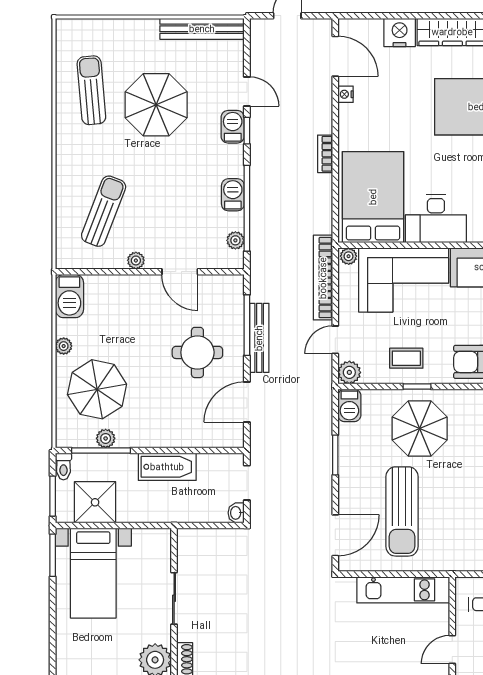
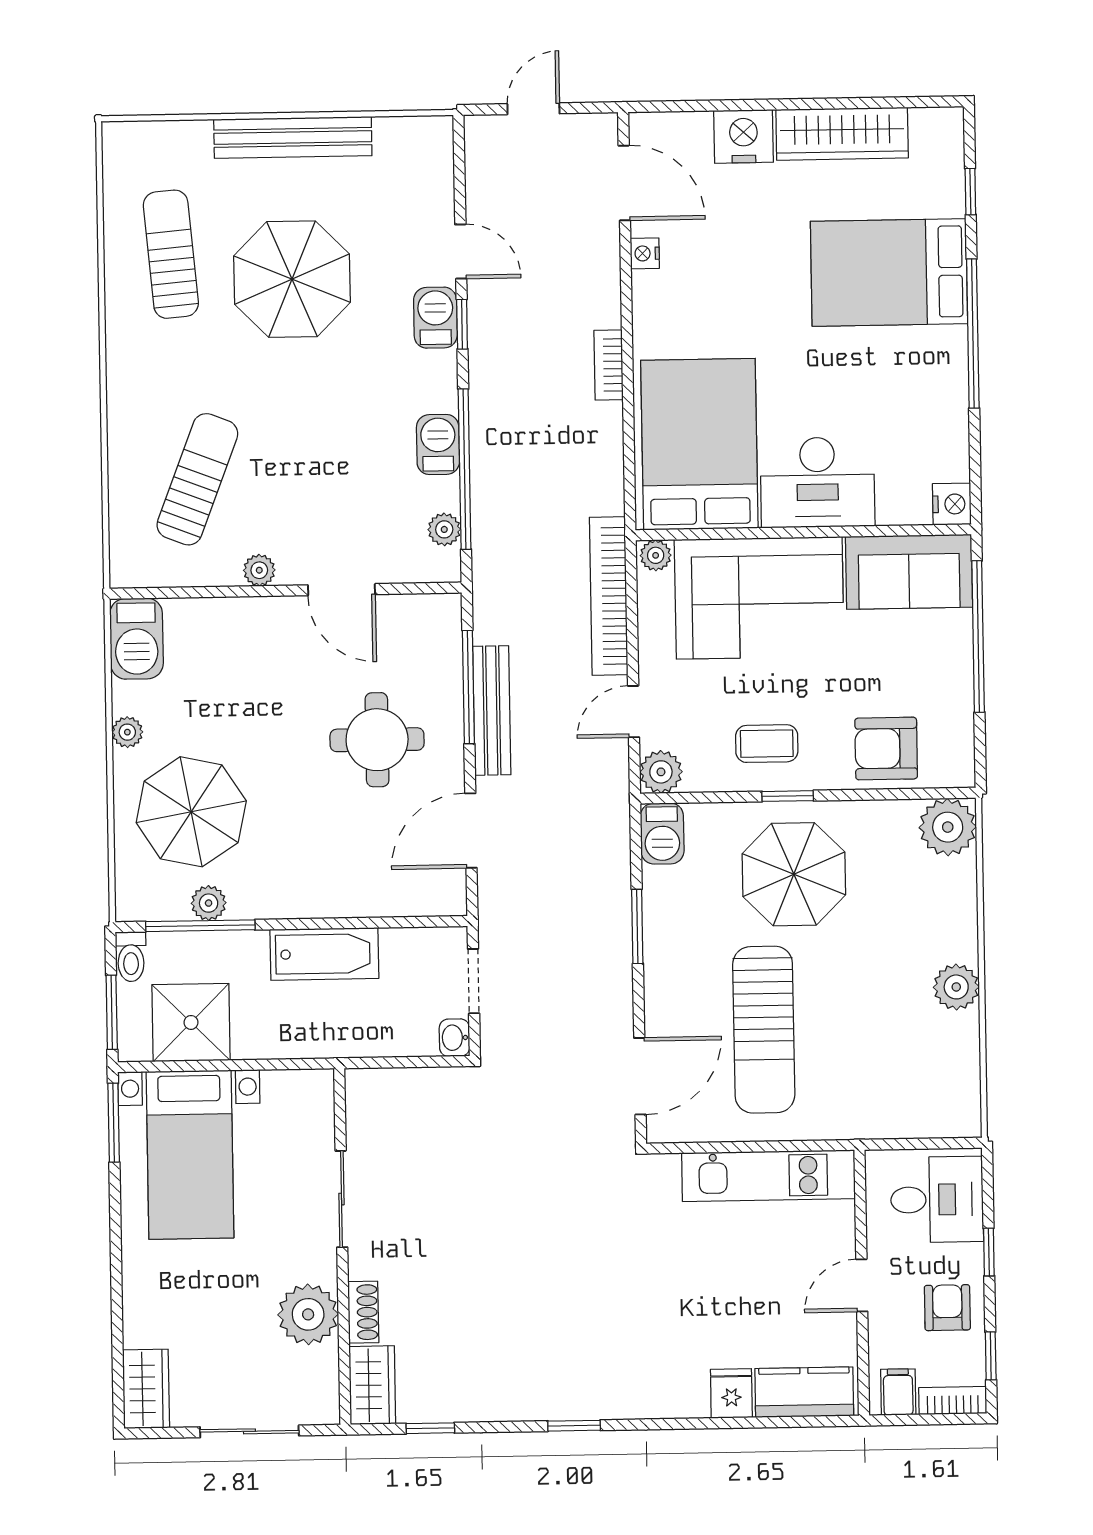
bench: (202, 29) -> (293, 137), moved

